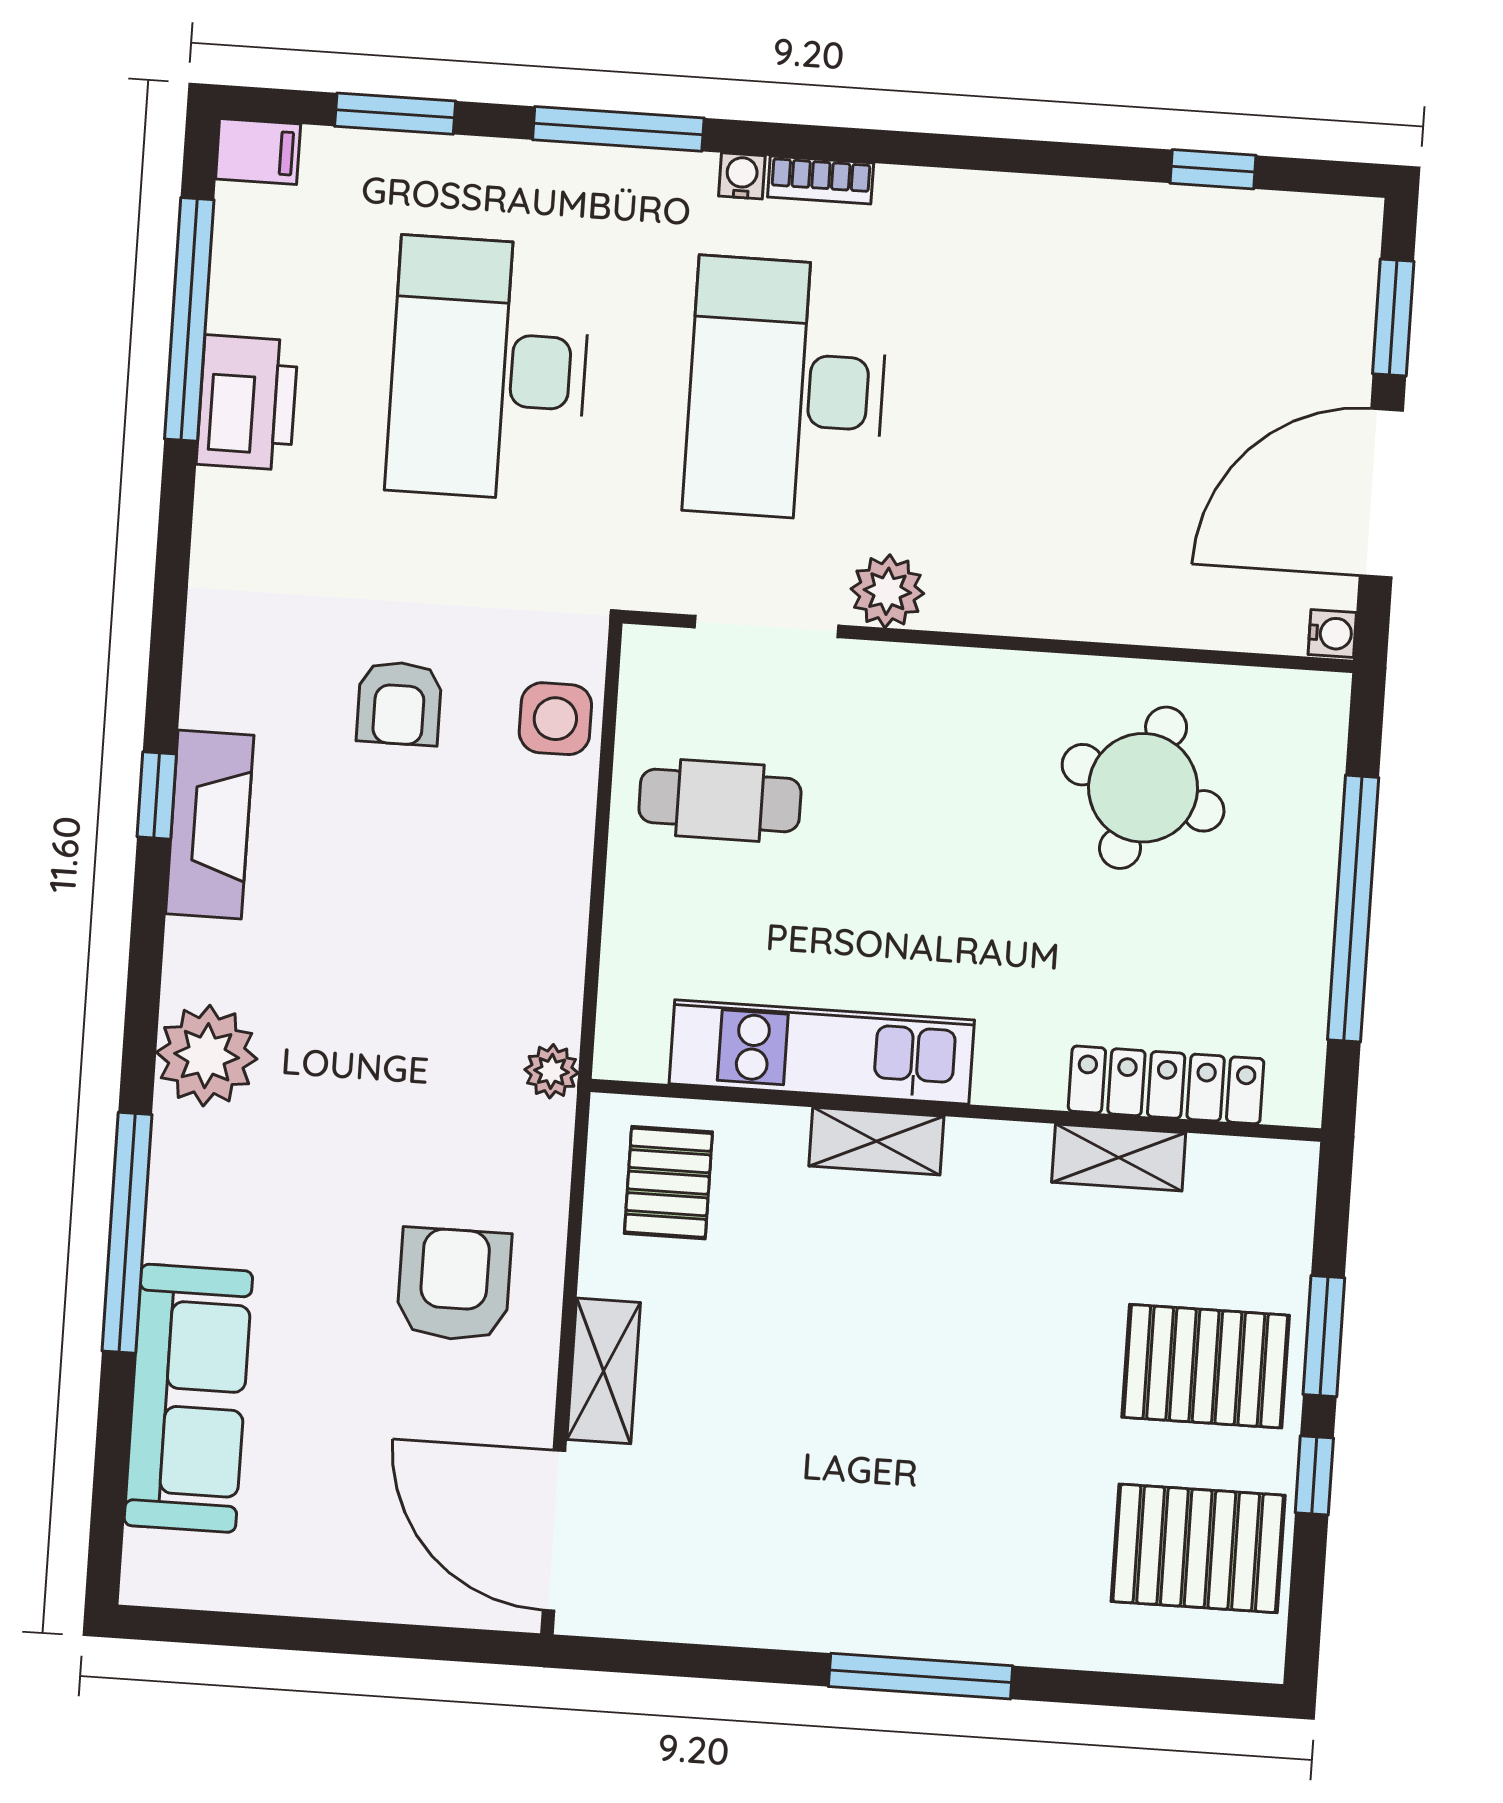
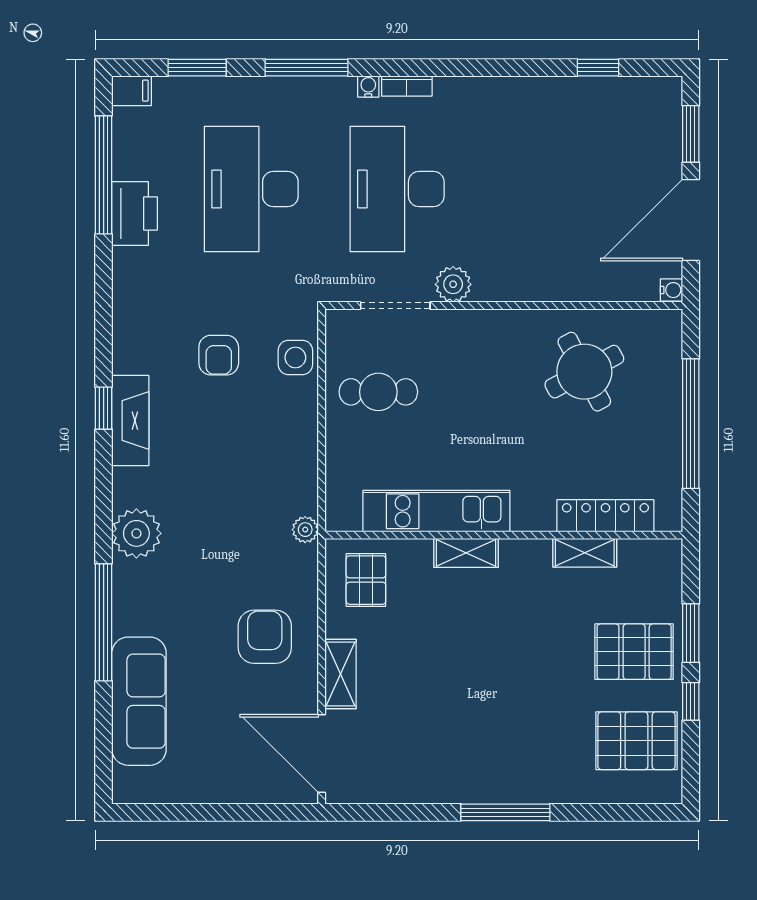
round table: (1143, 788) -> (584, 372), turned 45

